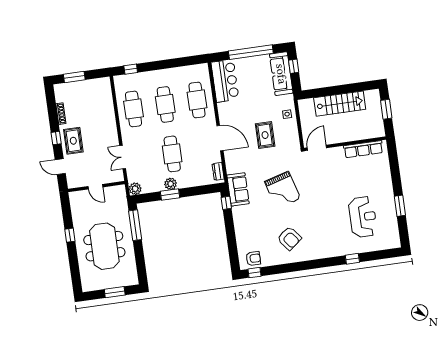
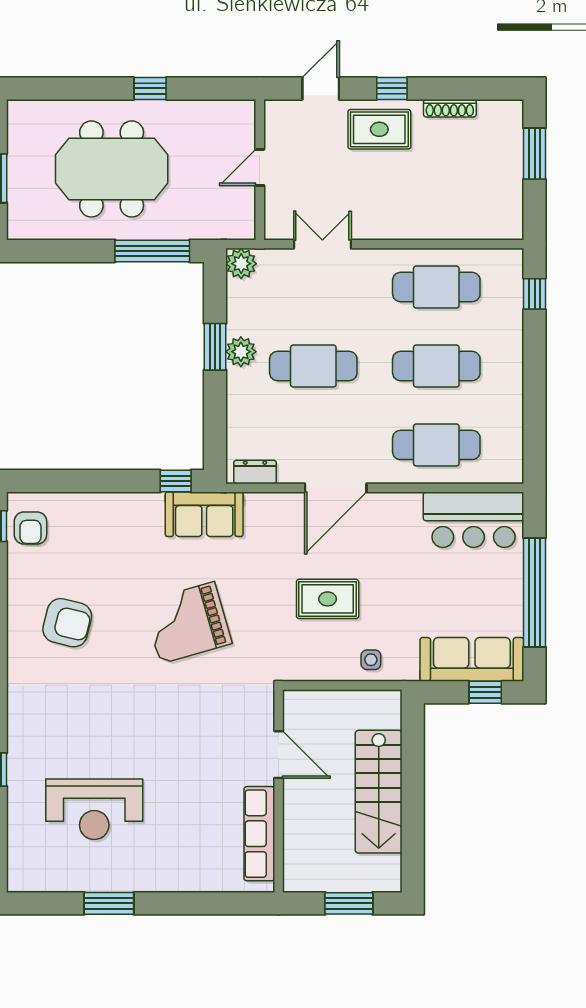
door: (317, 148) -> (279, 755), moved
armchair: (289, 238) -> (67, 623), turned -128

